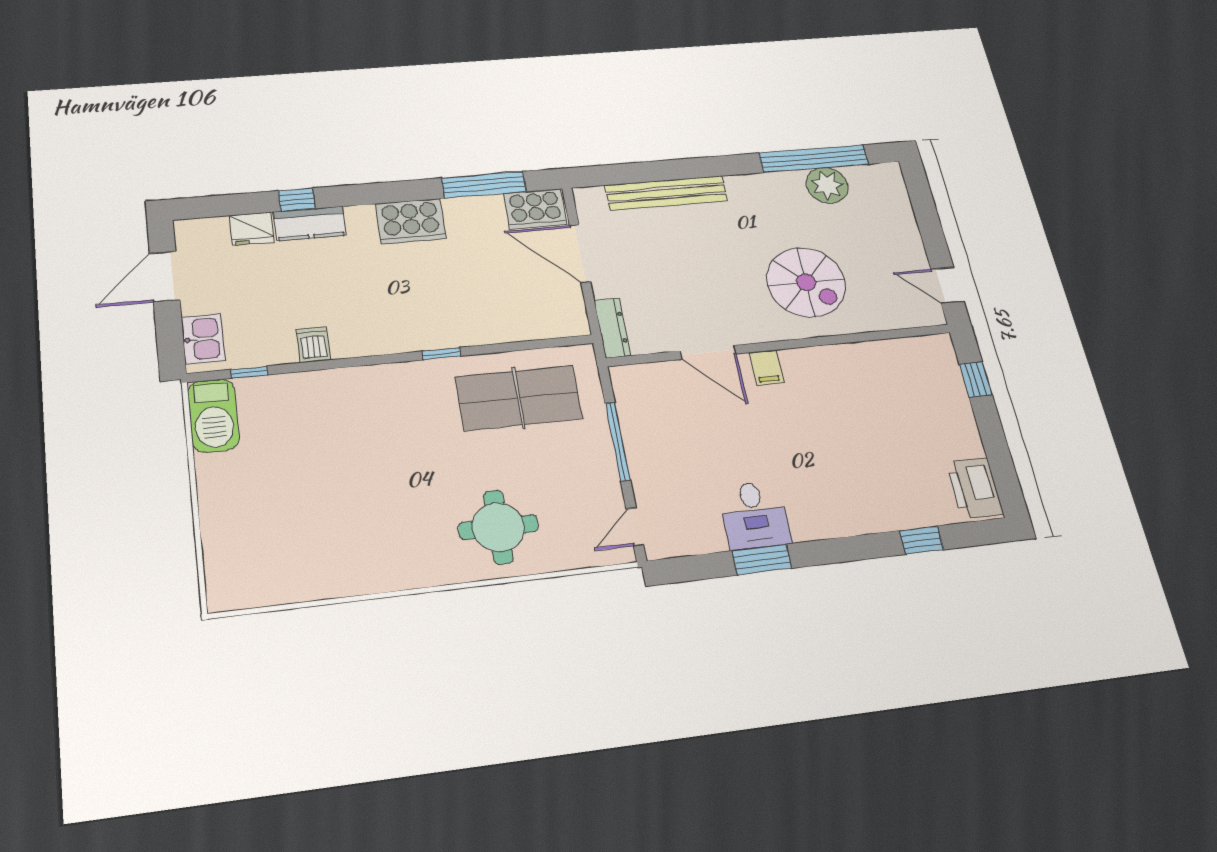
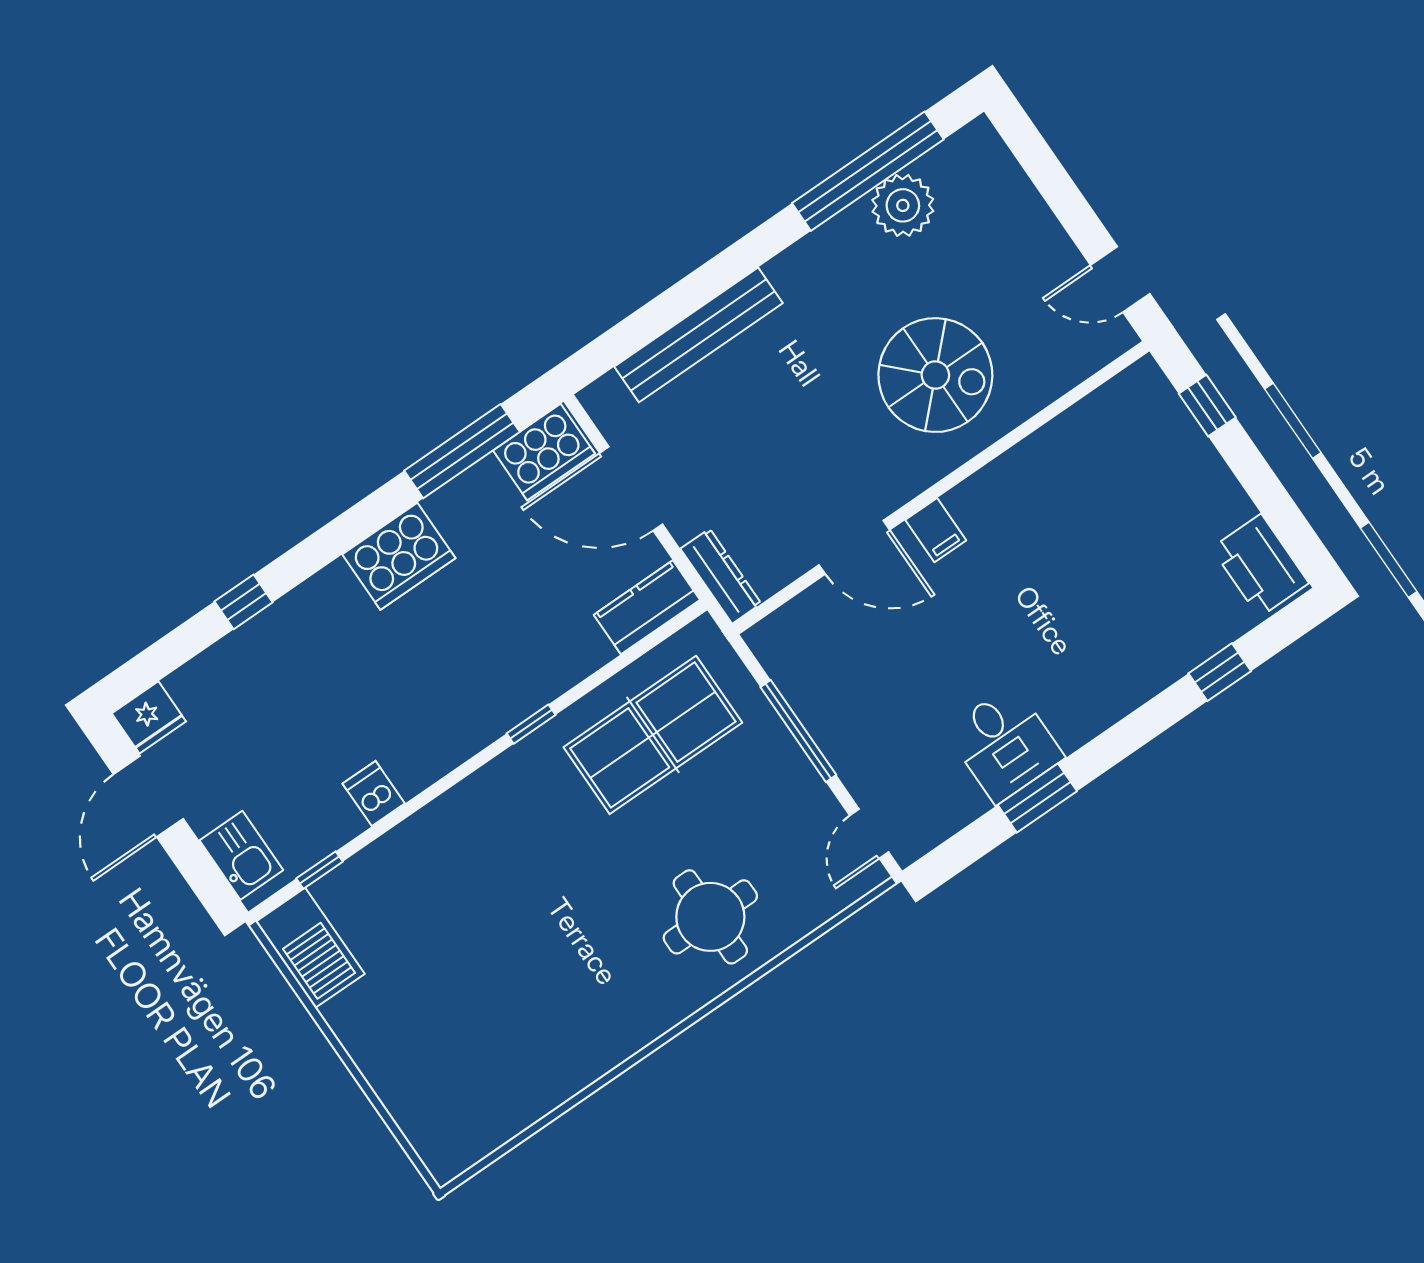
kitchen counter: (310, 224) -> (647, 607), moved, turned 180
fridge: (252, 229) -> (149, 717), moved

